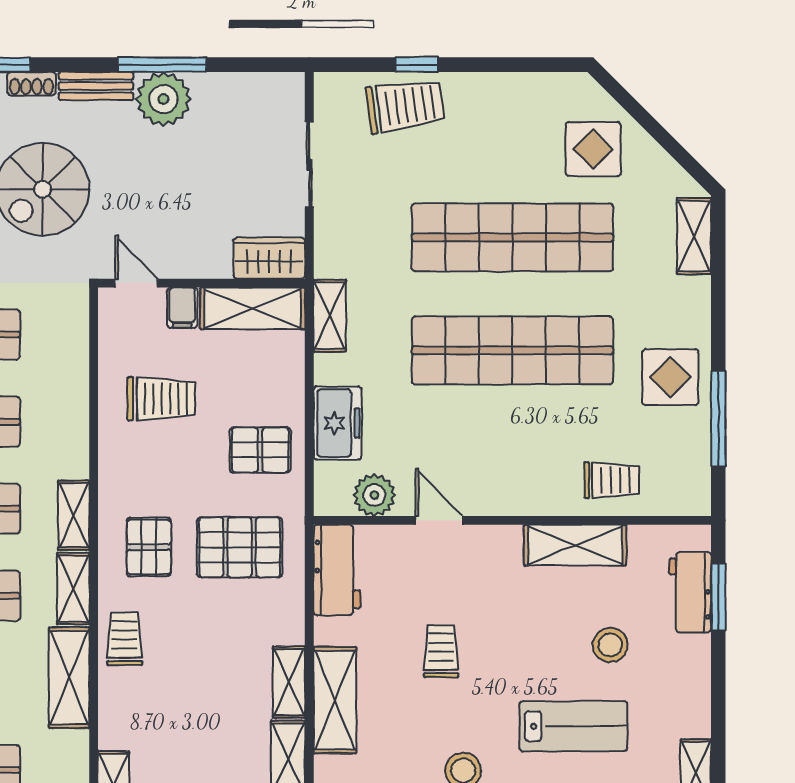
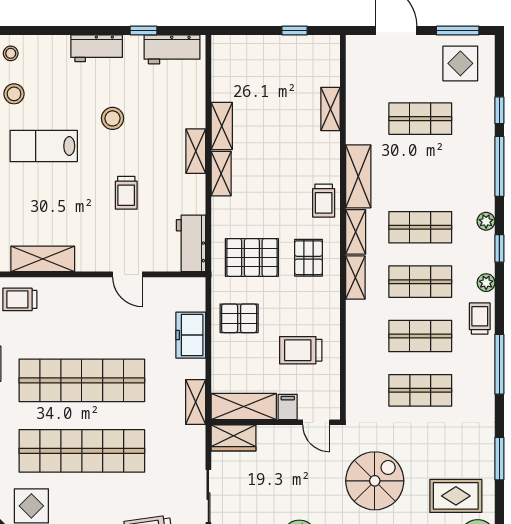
plant: (374, 495) -> (168, 290), removed
stool: (610, 645) -> (21, 197), removed
shelving: (335, 700) -> (196, 151), width x0.67, depth x0.75

